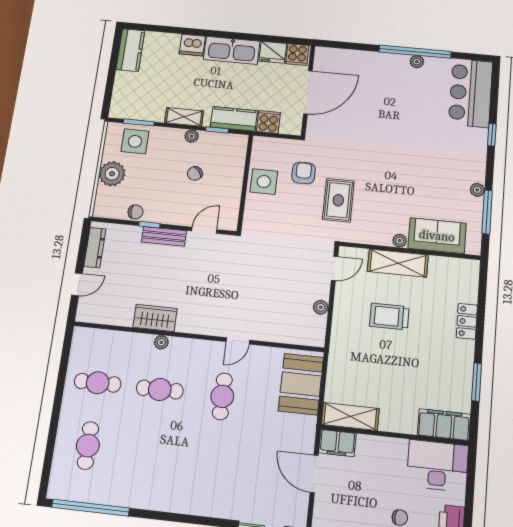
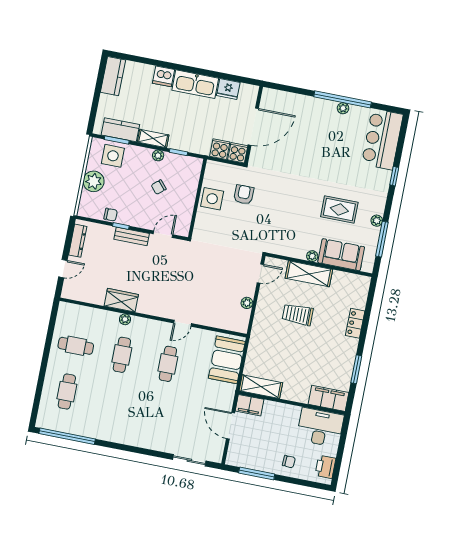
cooker: (297, 55) -> (238, 153), moved, turned 180
kitchen counter: (234, 119) -> (120, 130), moved
rug: (338, 200) -> (339, 210), moved, turned 90
cafe table: (160, 389) -> (122, 355), turned 90

